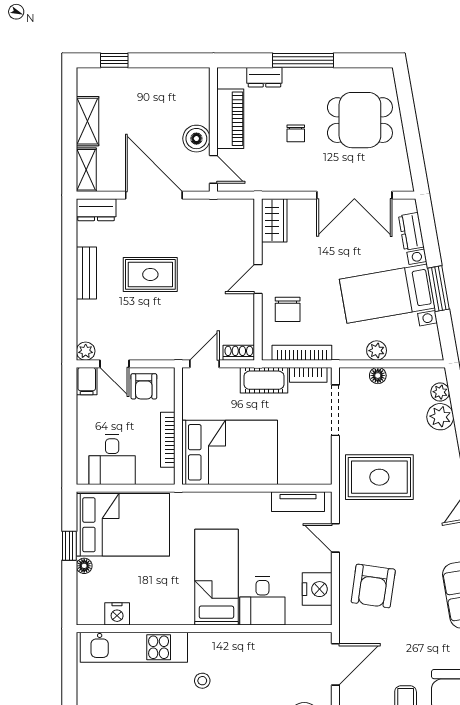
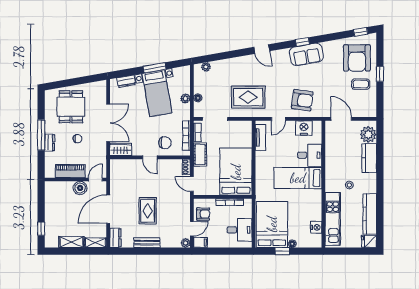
dresser: (264, 77) -> (50, 143), moved
double door: (354, 195) -> (108, 123), moved
plant: (440, 417) -> (218, 67), removed
rug: (379, 477) -> (248, 97), turned 90

